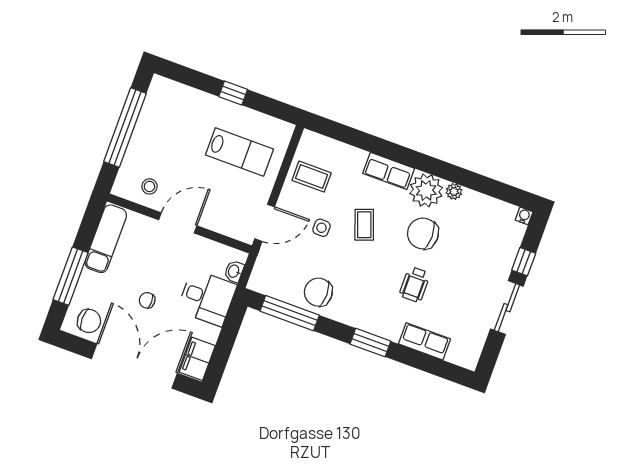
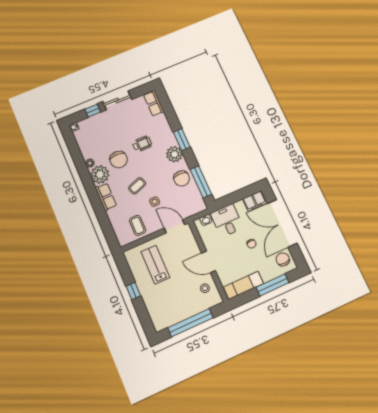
plant: (360, 314) -> (174, 154), added
row of seats: (425, 341) -> (154, 103), moved

